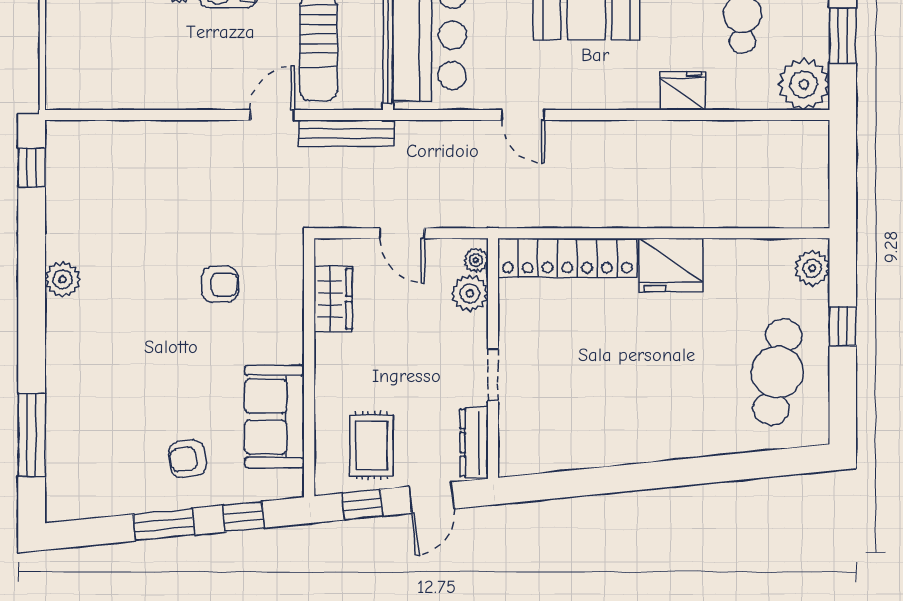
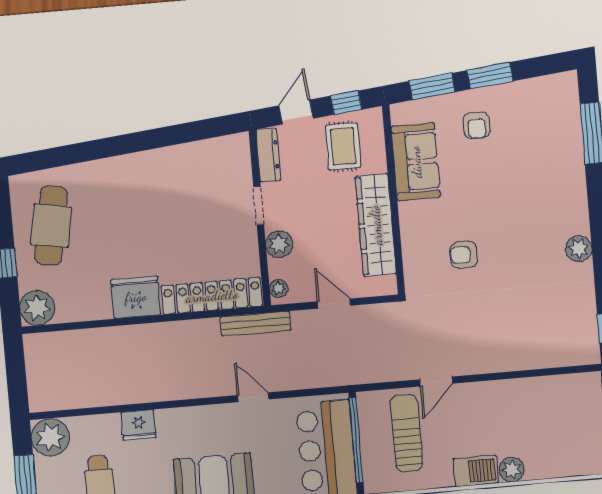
bench: (347, 133) -> (256, 324), moved
plant: (812, 268) -> (37, 308), width x1.36, depth x1.36
plant: (470, 293) -> (279, 244), moved
wardrobe: (333, 299) -> (376, 225), width x2.10, depth x1.17
armchair: (188, 459) -> (477, 125), turned 99
window: (244, 517) -> (432, 87), width x1.50

